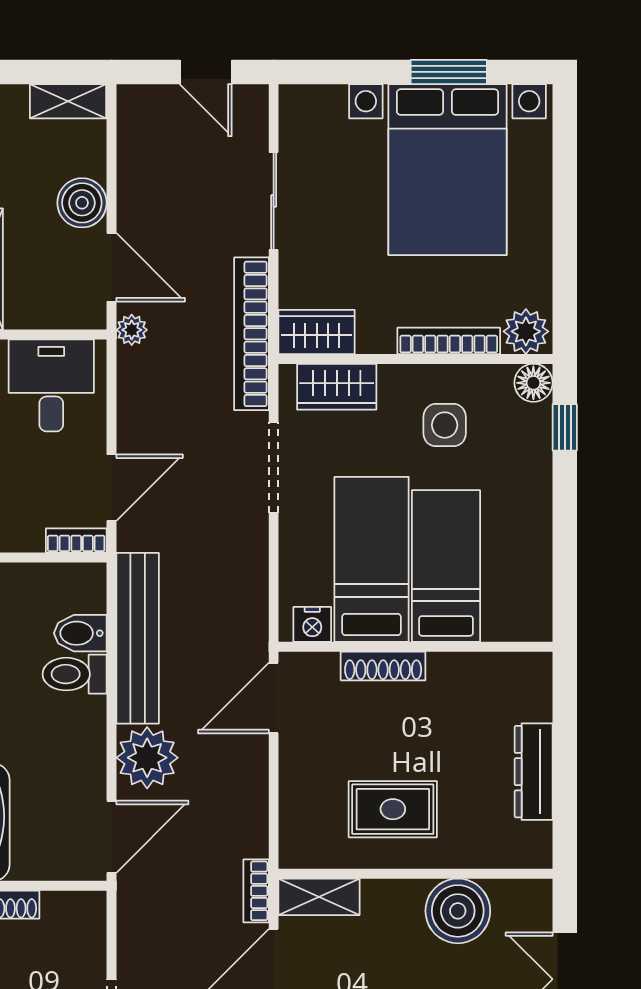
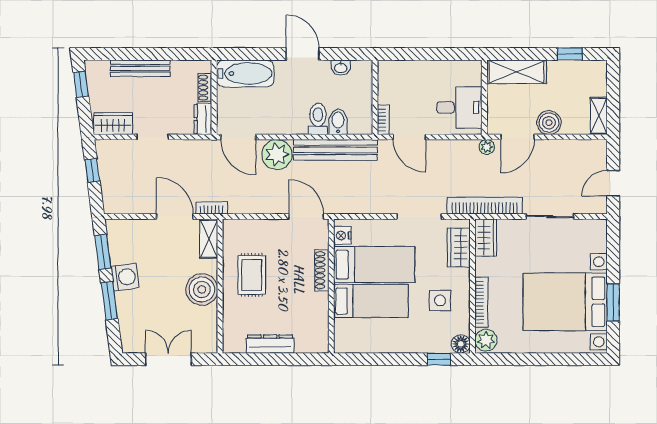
dresser: (75, 909) -> (203, 119), added
boiler: (458, 911) -> (202, 290), moved

